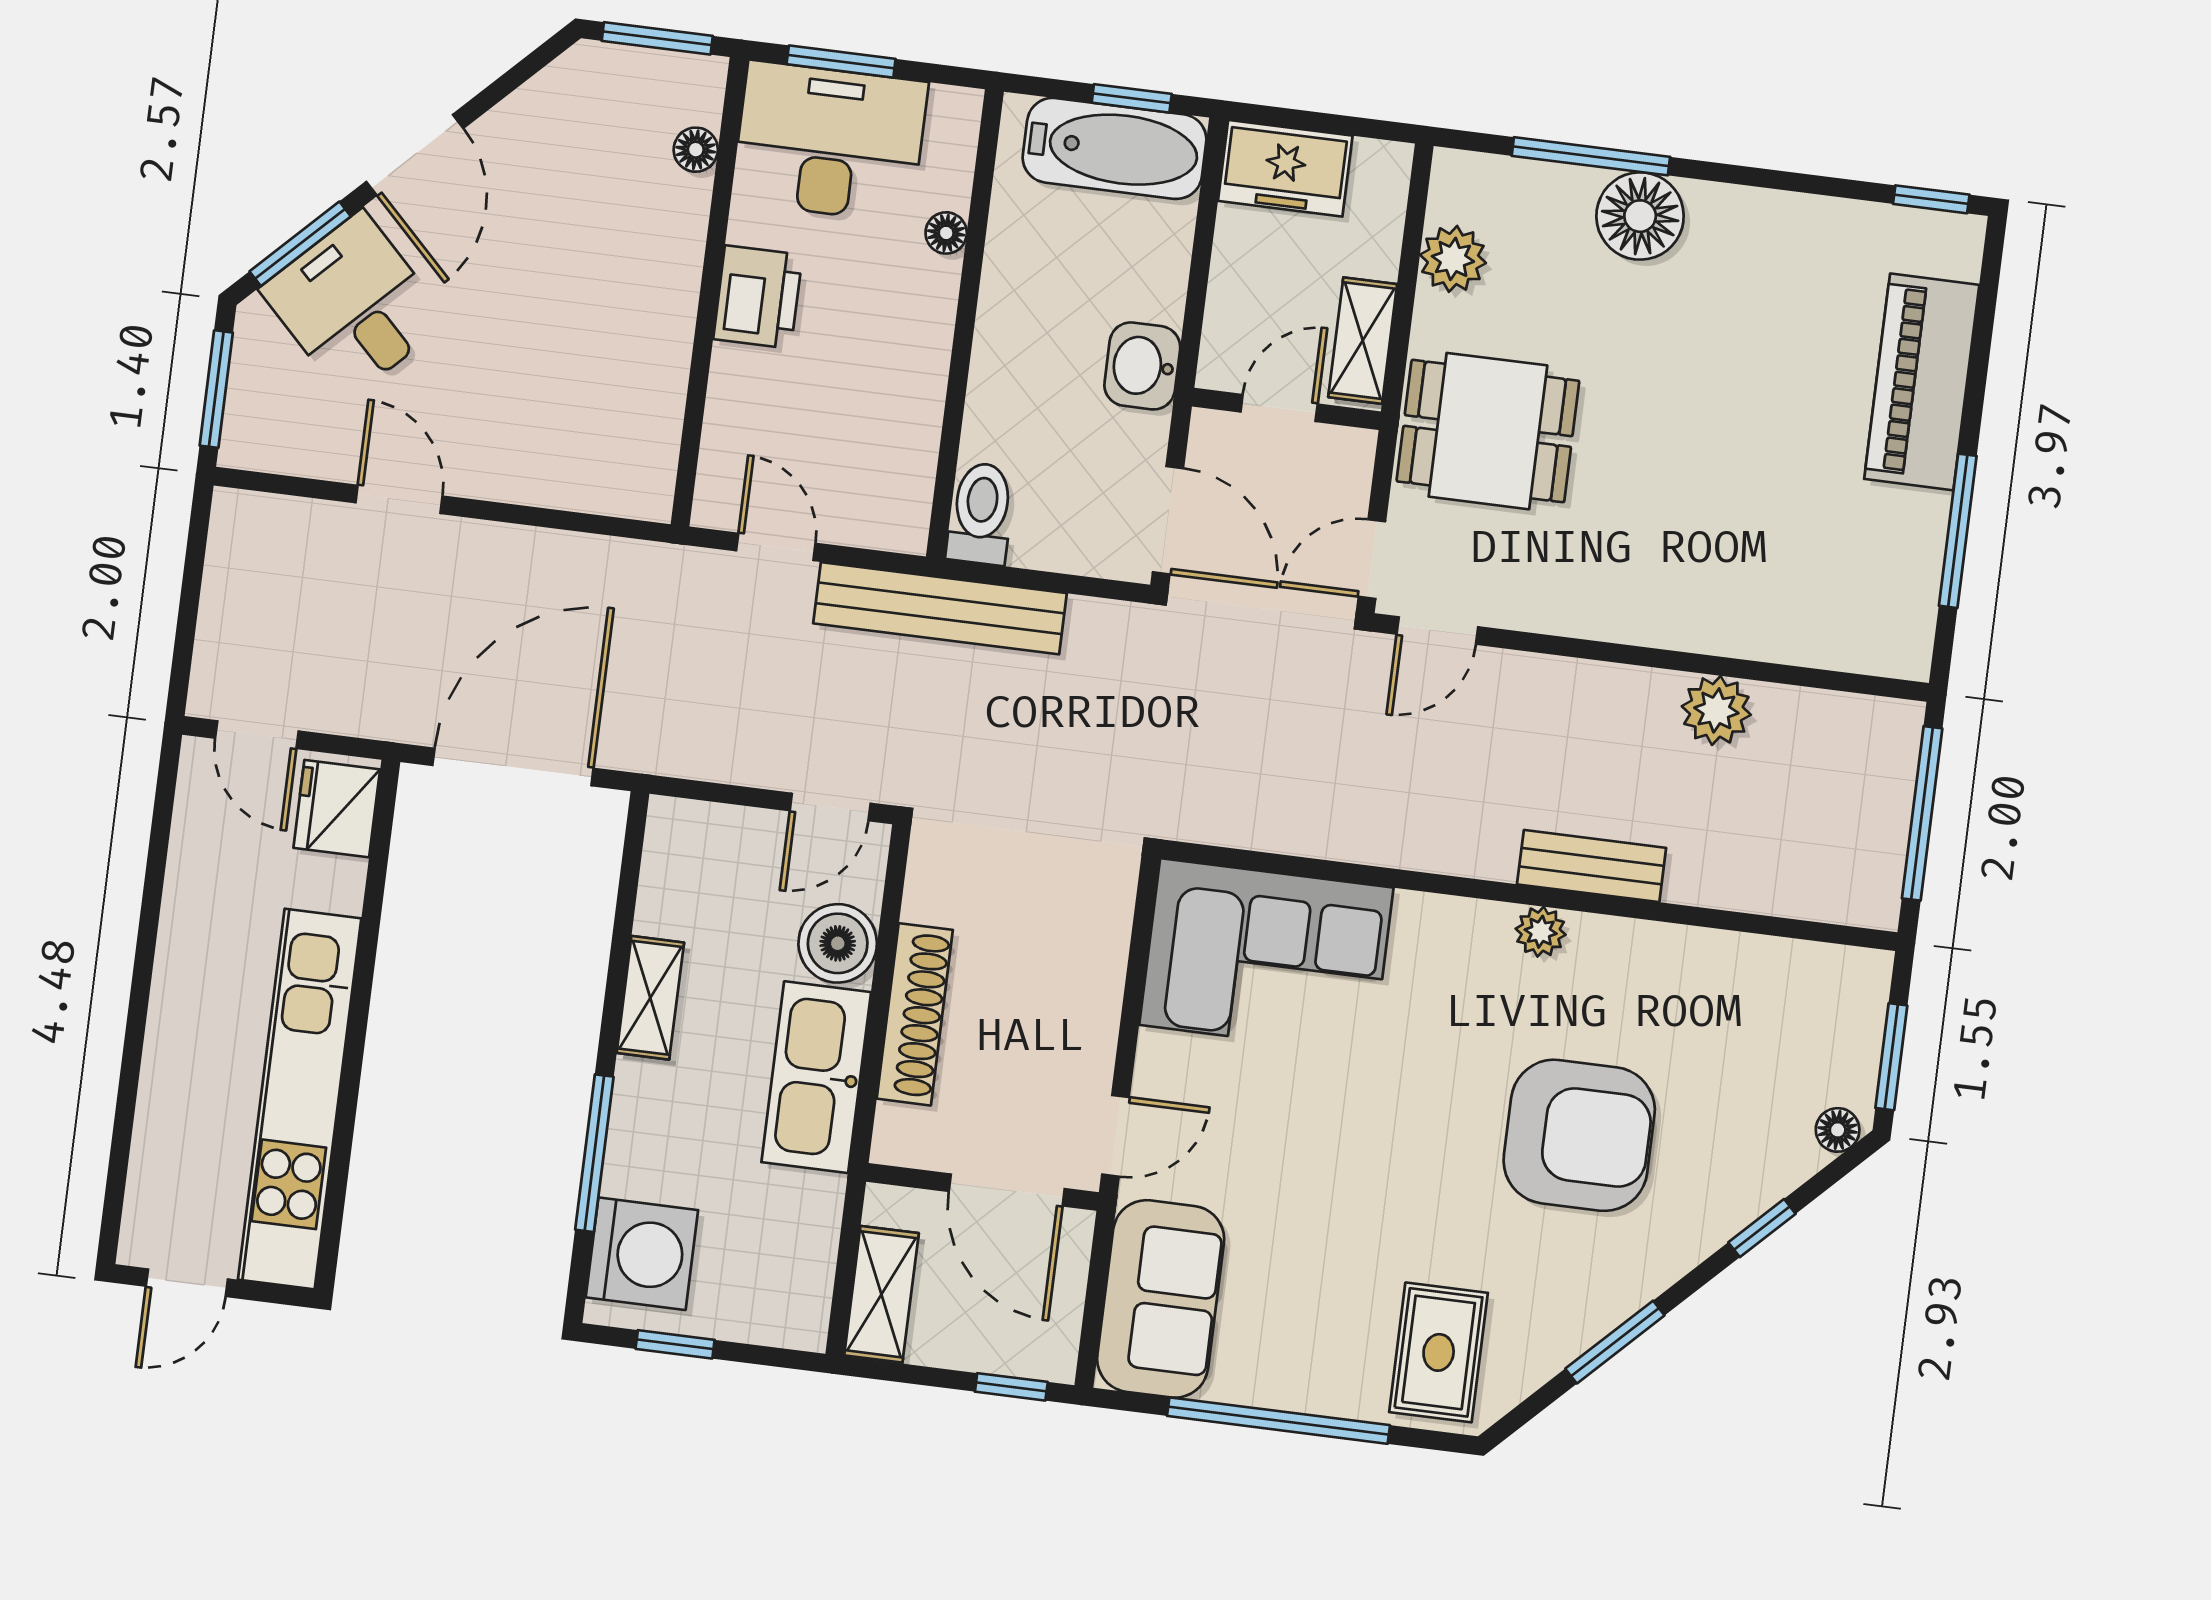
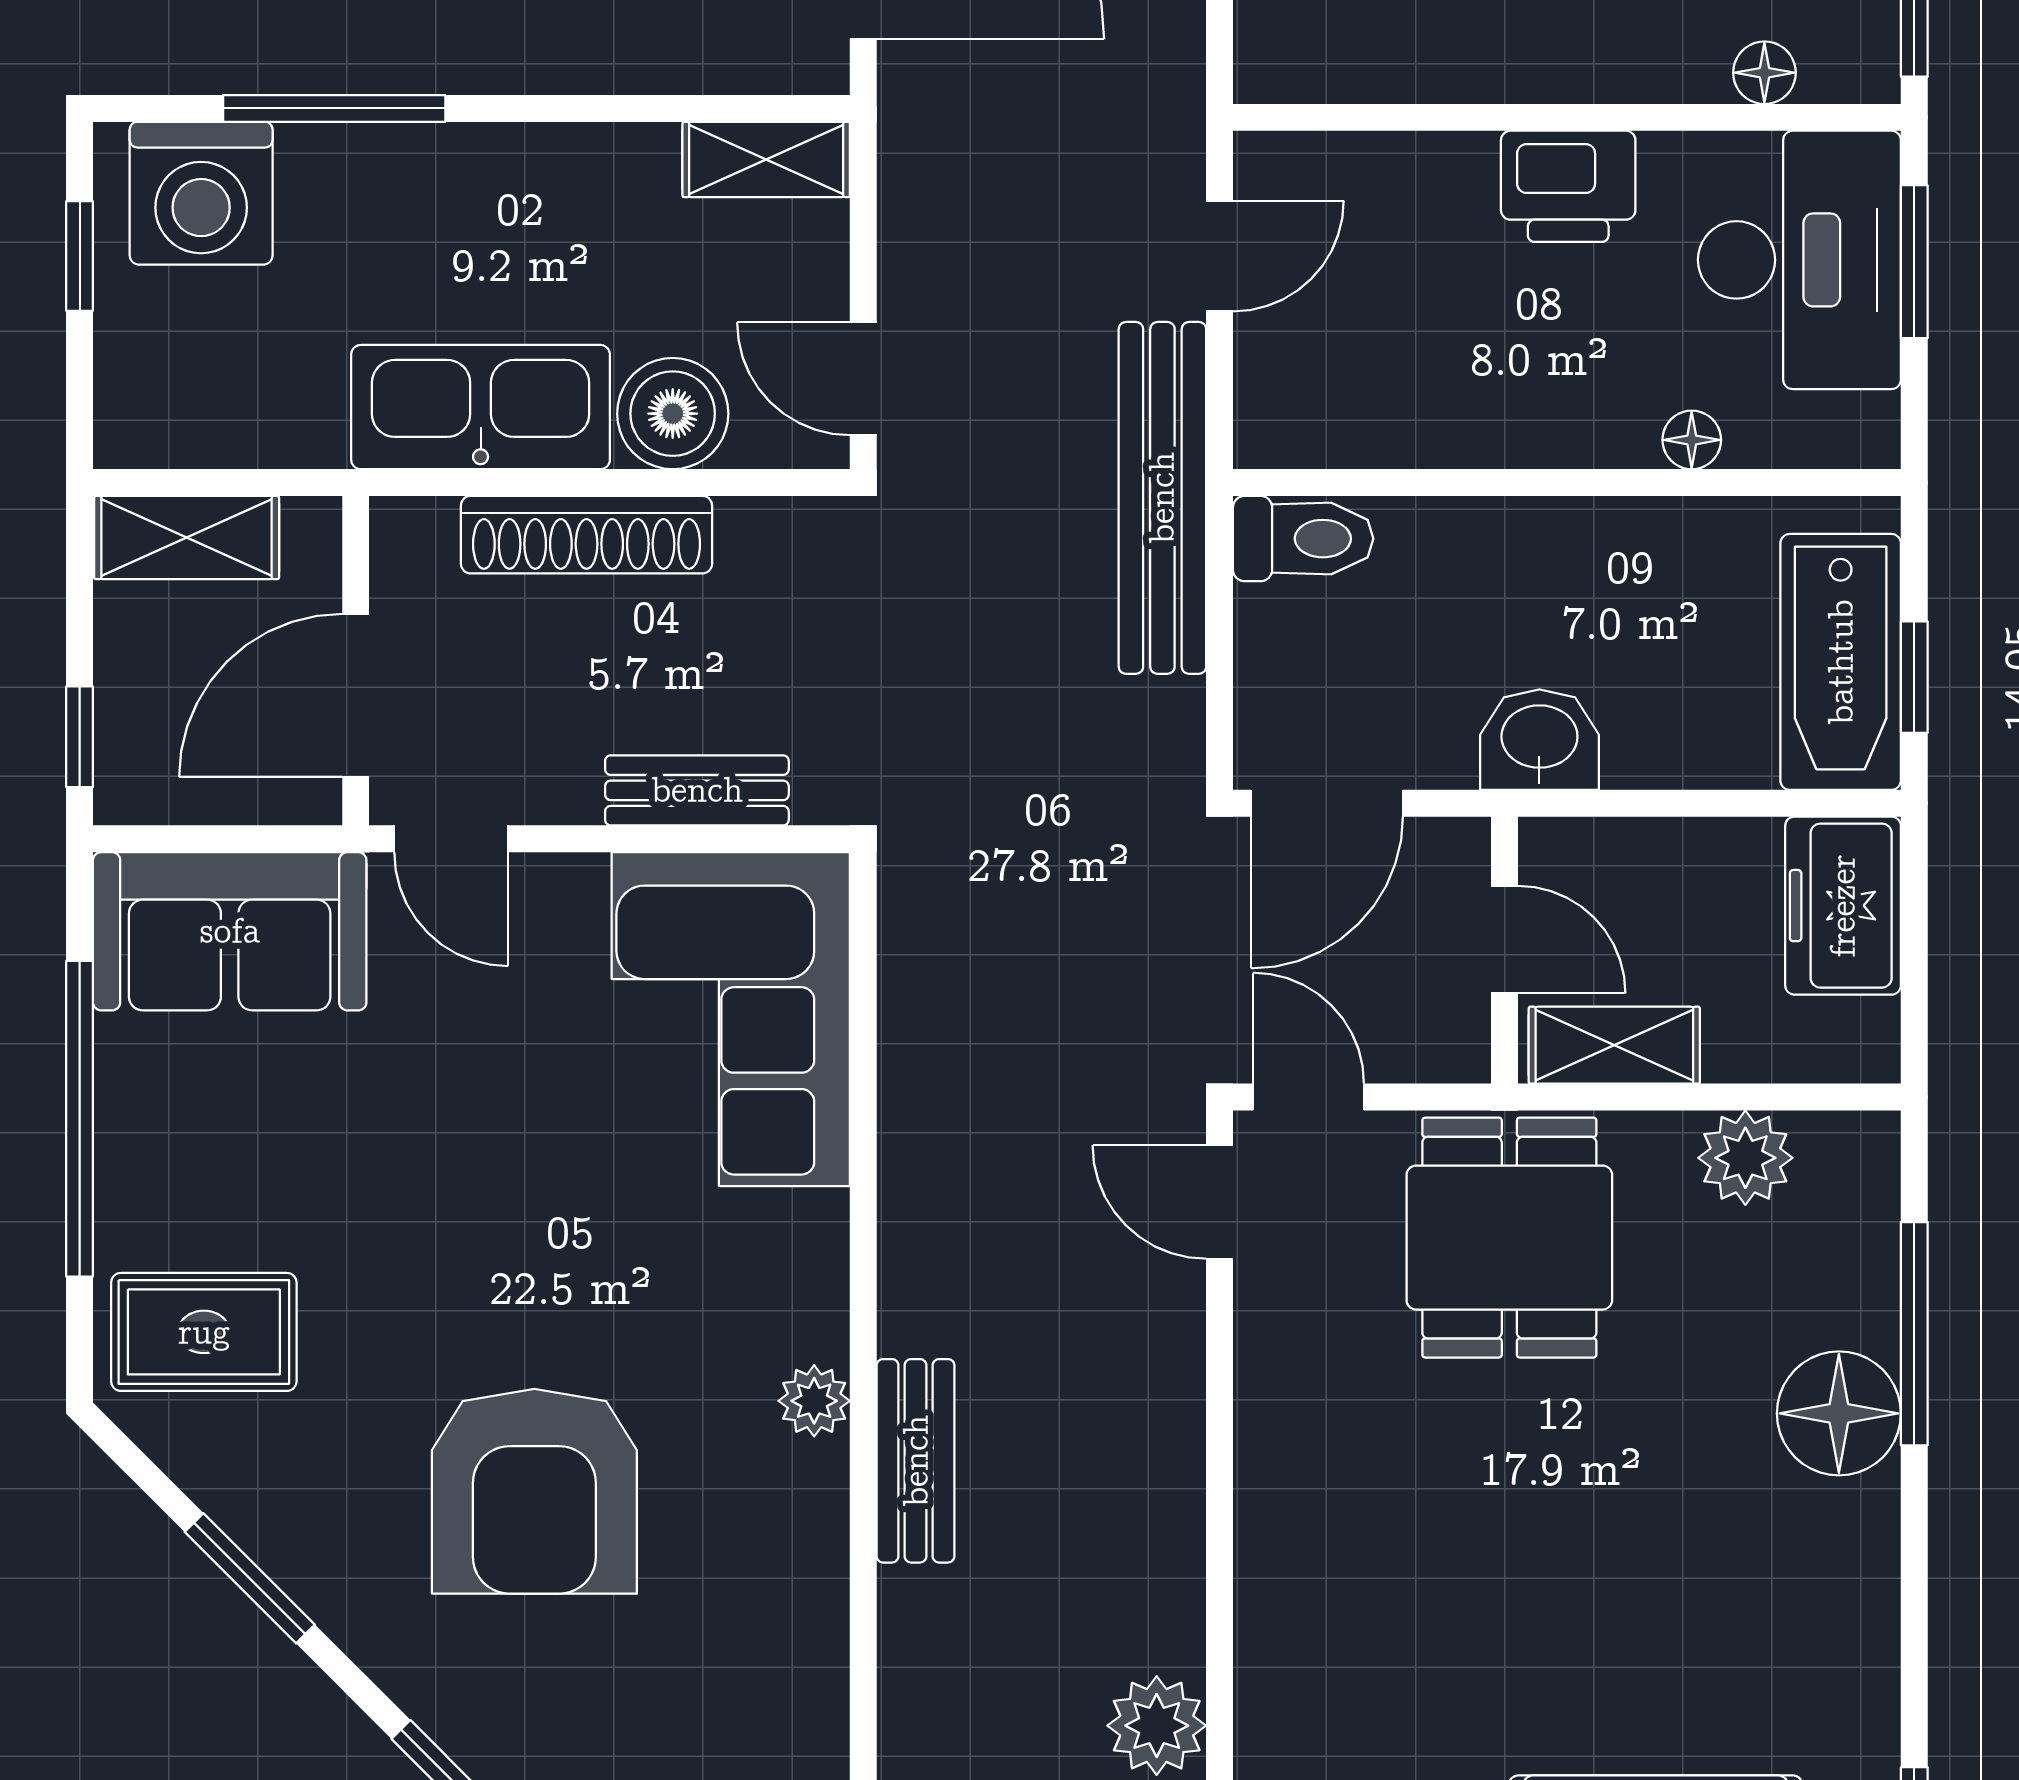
plant: (1716, 710) -> (1157, 1726), moved
bench: (1103, 960) -> (697, 790), added
shelving: (650, 998) -> (766, 160), moved

